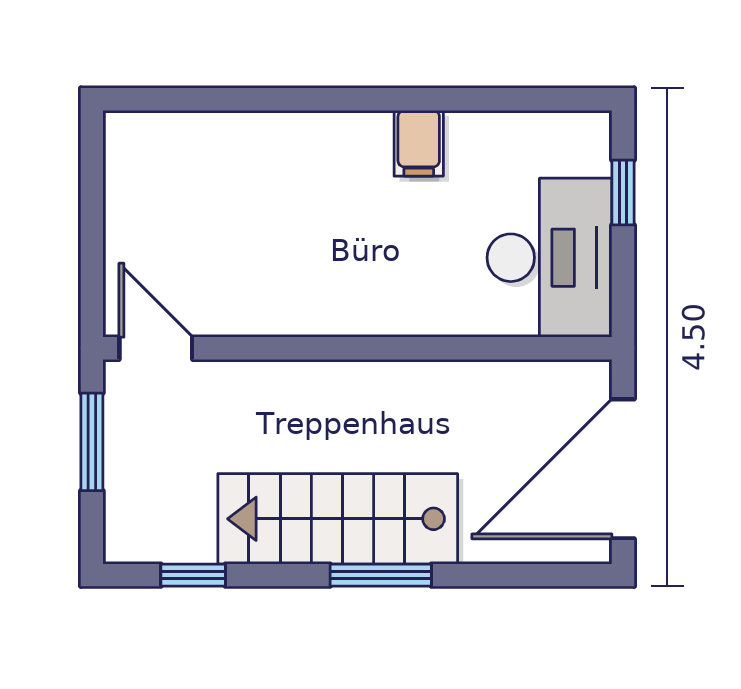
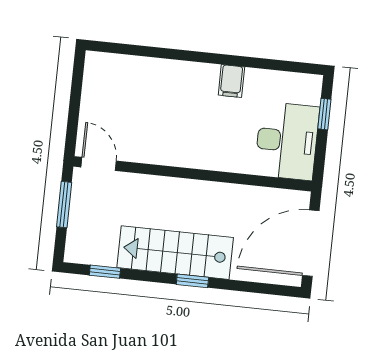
window: (381, 575) -> (192, 281), width x0.67

